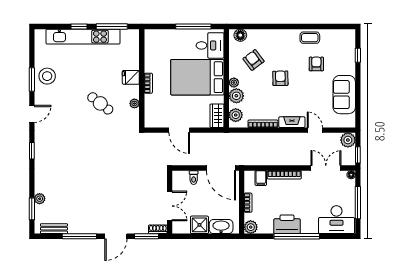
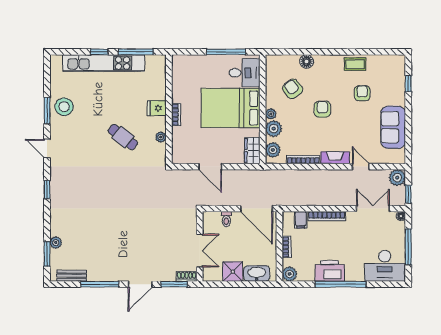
floor lamp: (240, 35) -> (307, 61), moved
door: (32, 114) -> (47, 149), swing flipped

